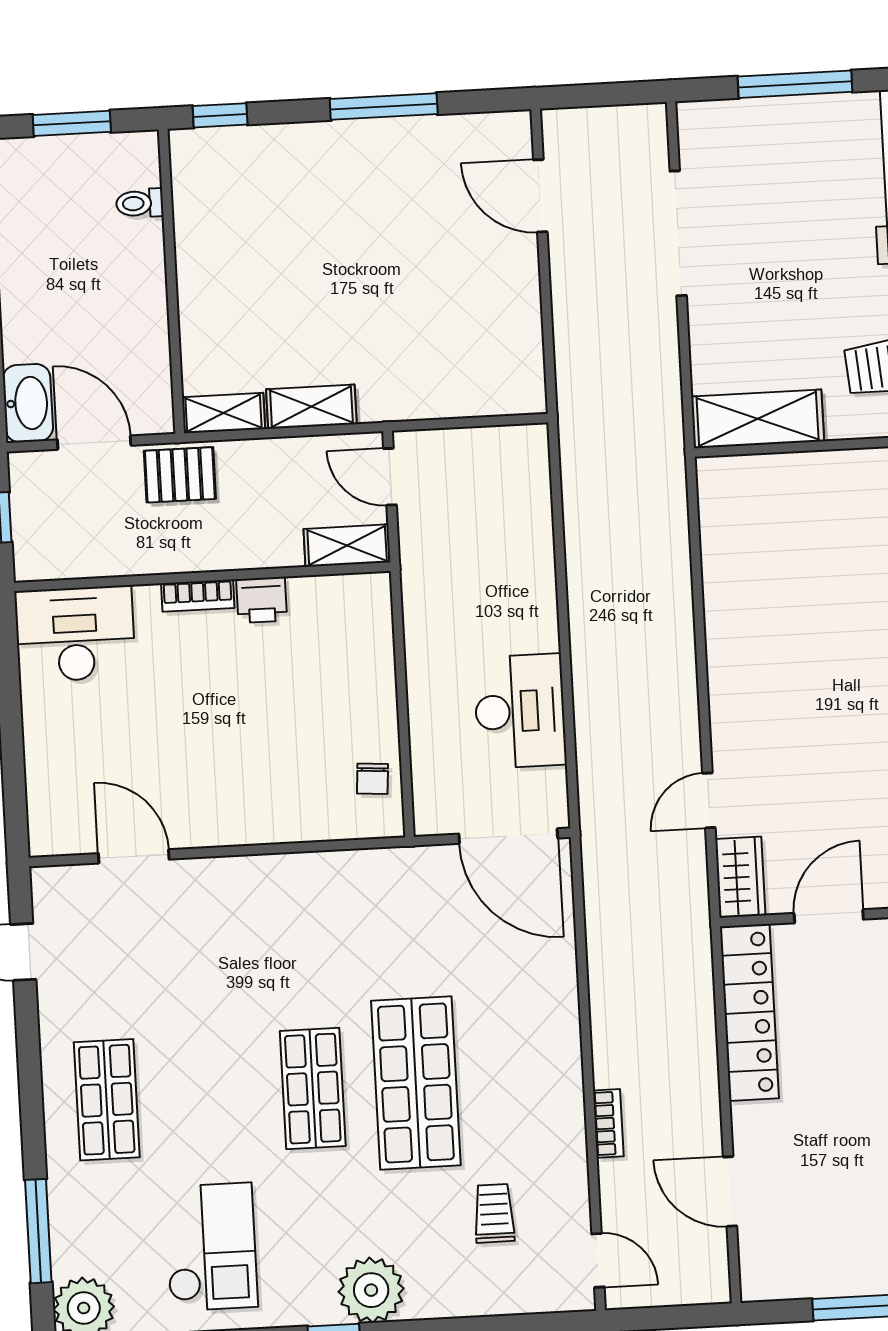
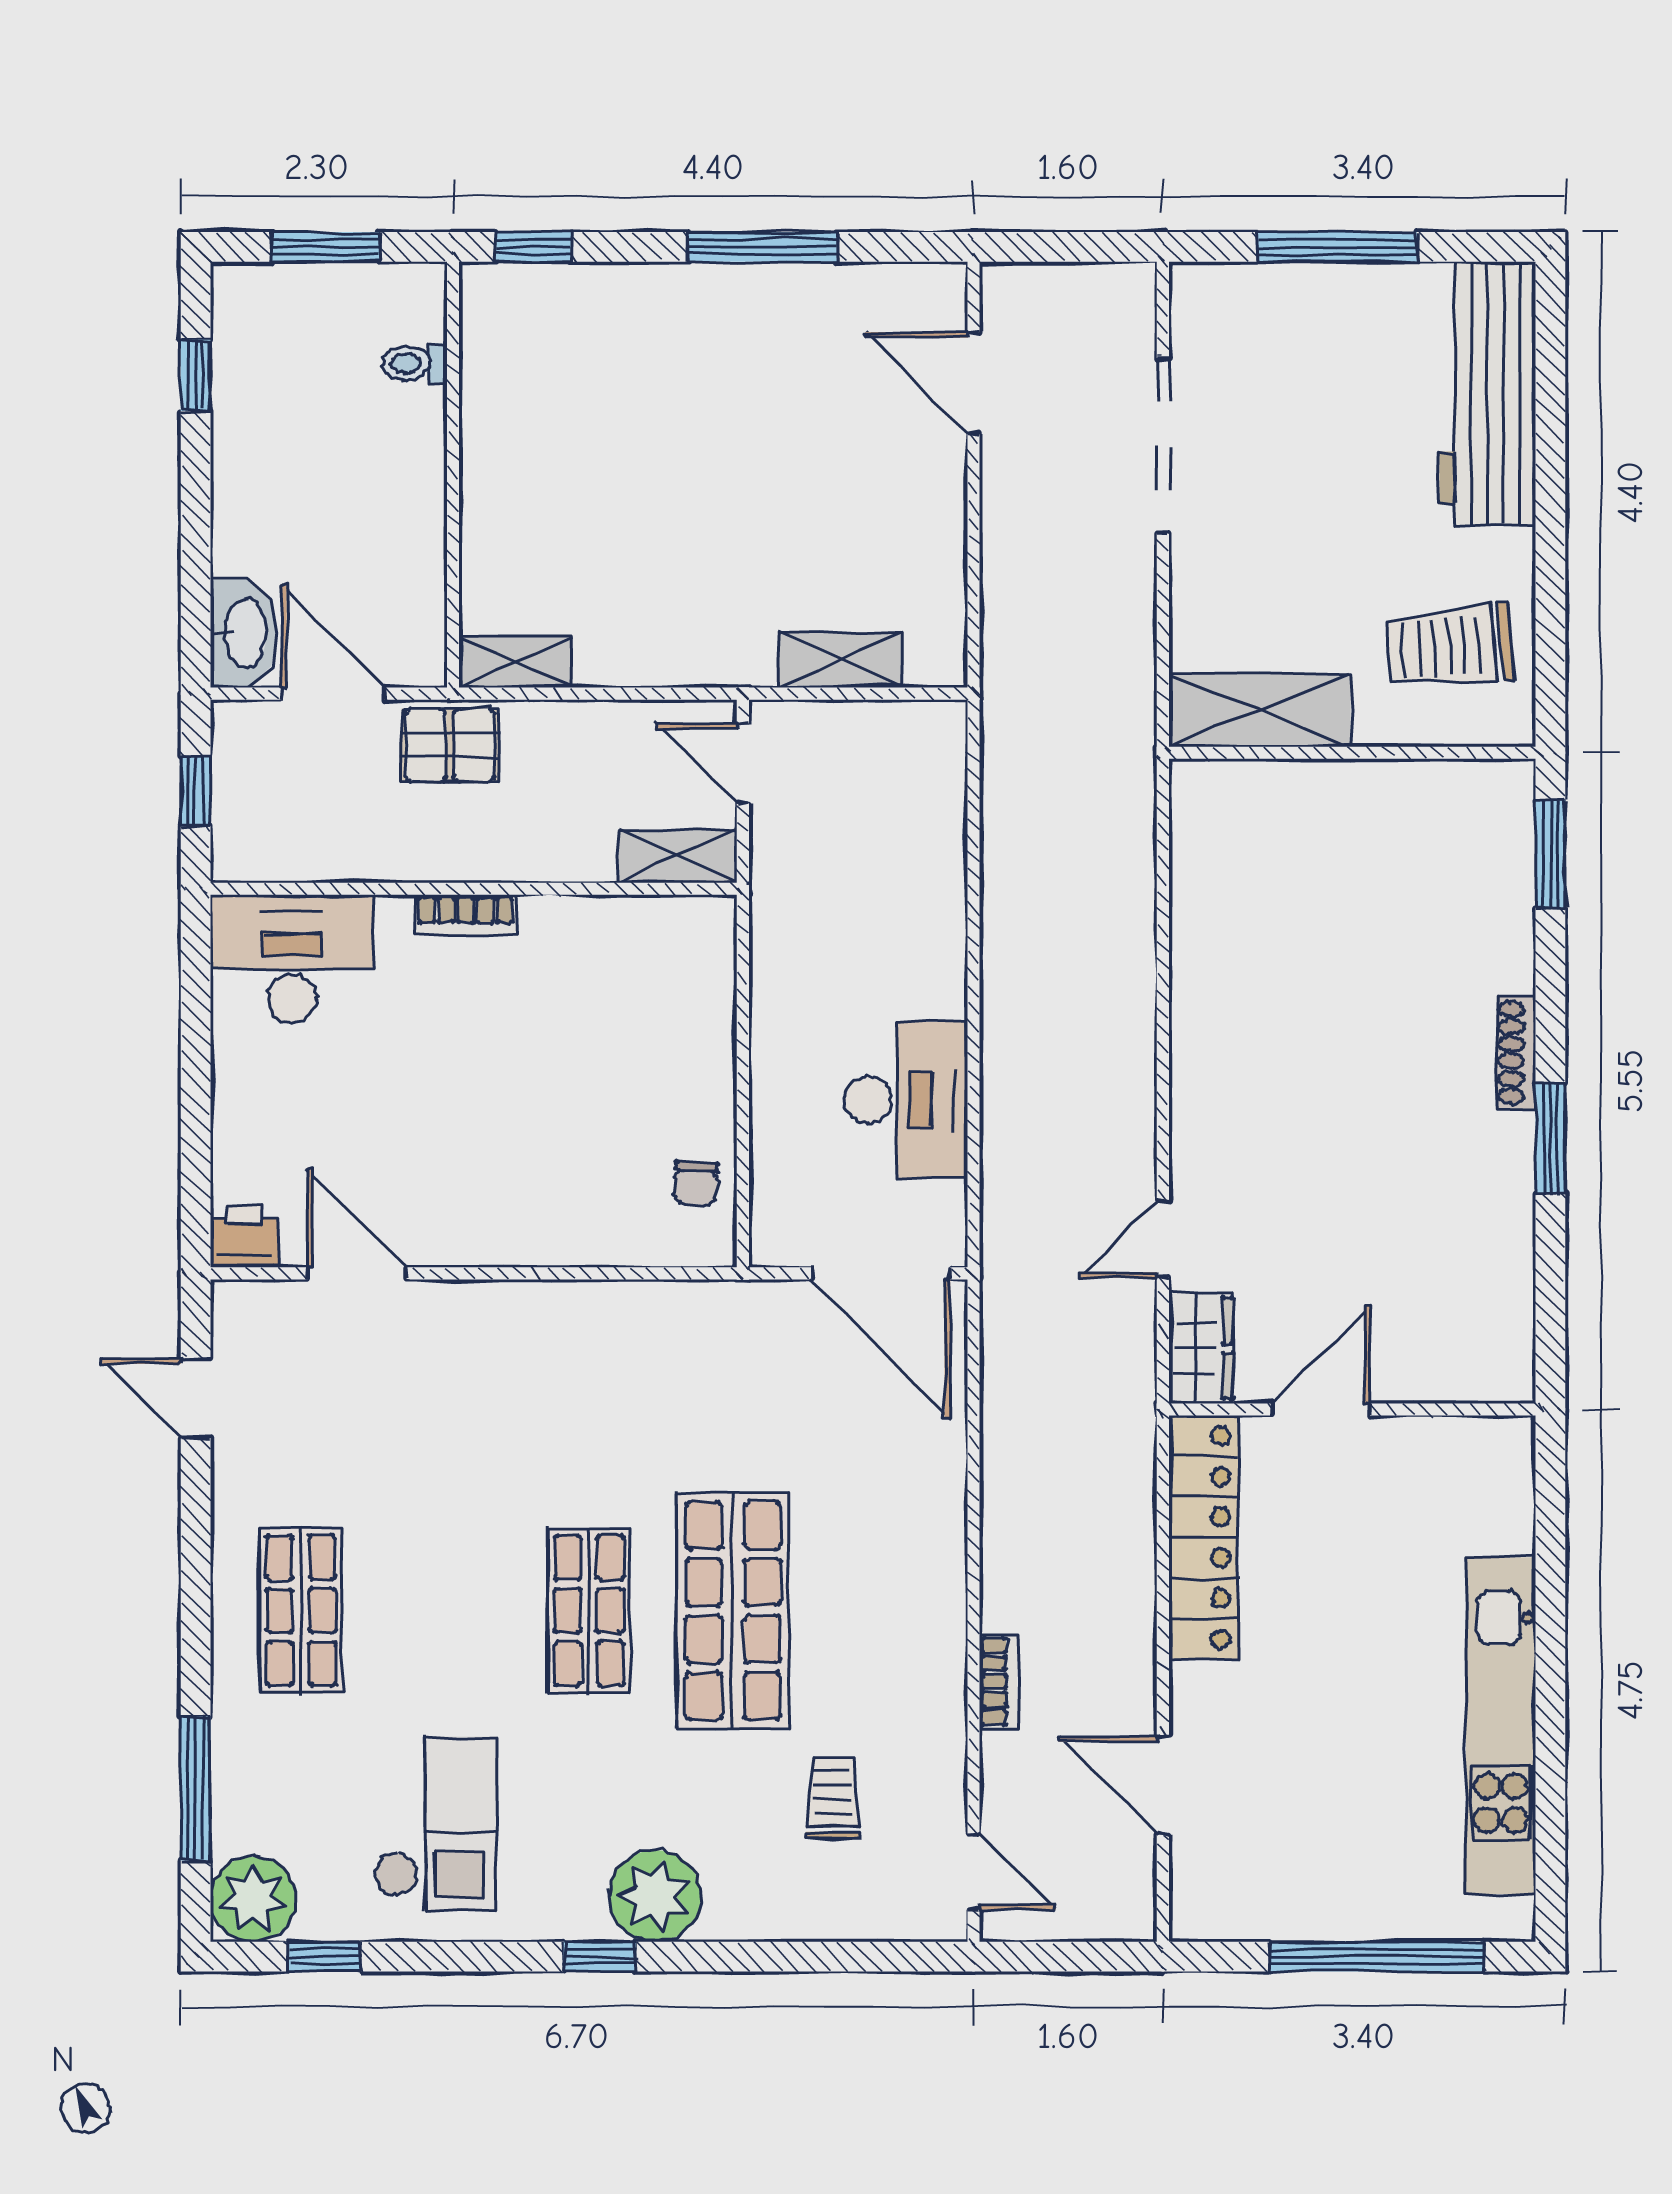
shelving: (311, 407) -> (840, 660), moved
printer: (262, 600) -> (244, 1237), moved, turned 180

